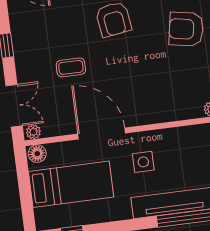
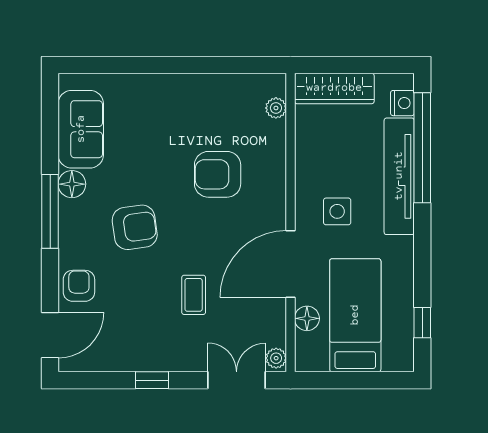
armchair: (186, 29) -> (218, 174), moved, turned 80
floor lamp: (37, 154) -> (307, 318), moved

